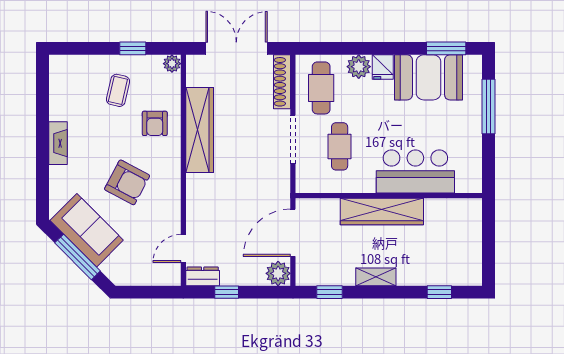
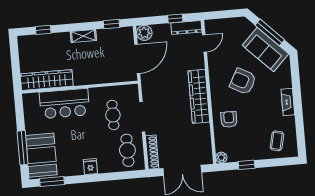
plant: (359, 67) -> (105, 166), removed
booth: (428, 77) -> (41, 155), moved, turned 90
coffee table: (118, 90) -> (277, 141), moved
wardrobe: (200, 130) -> (199, 96), moved
wardrobe: (382, 212) -> (47, 80), moved
dresser: (203, 276) -> (186, 27), width x1.44

